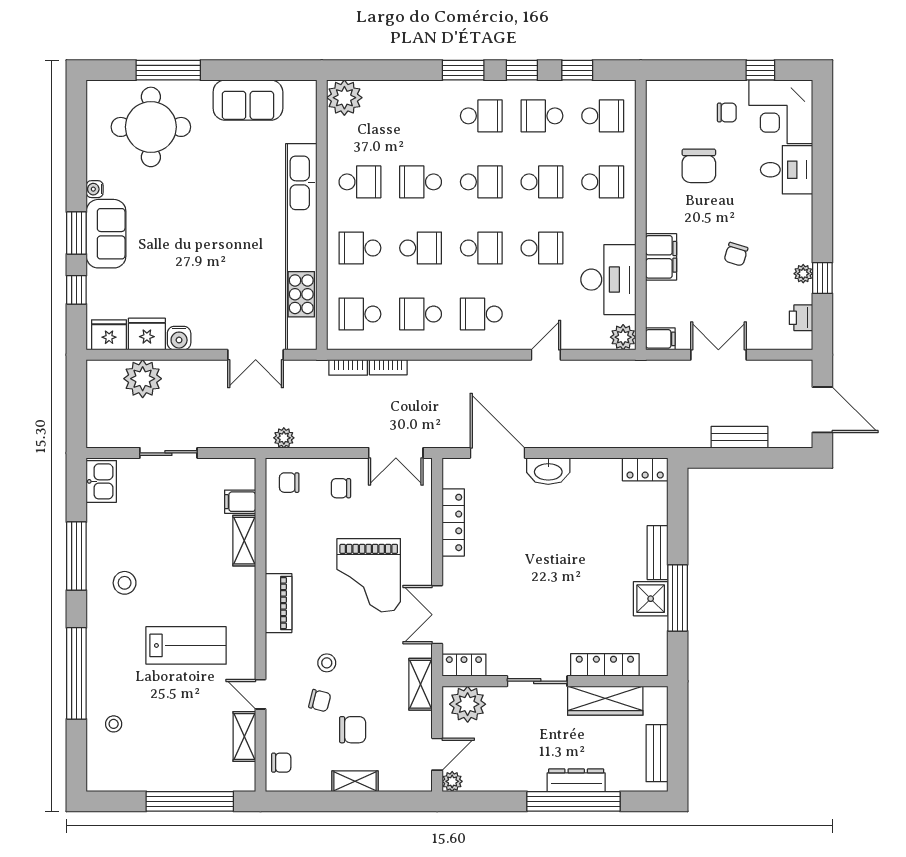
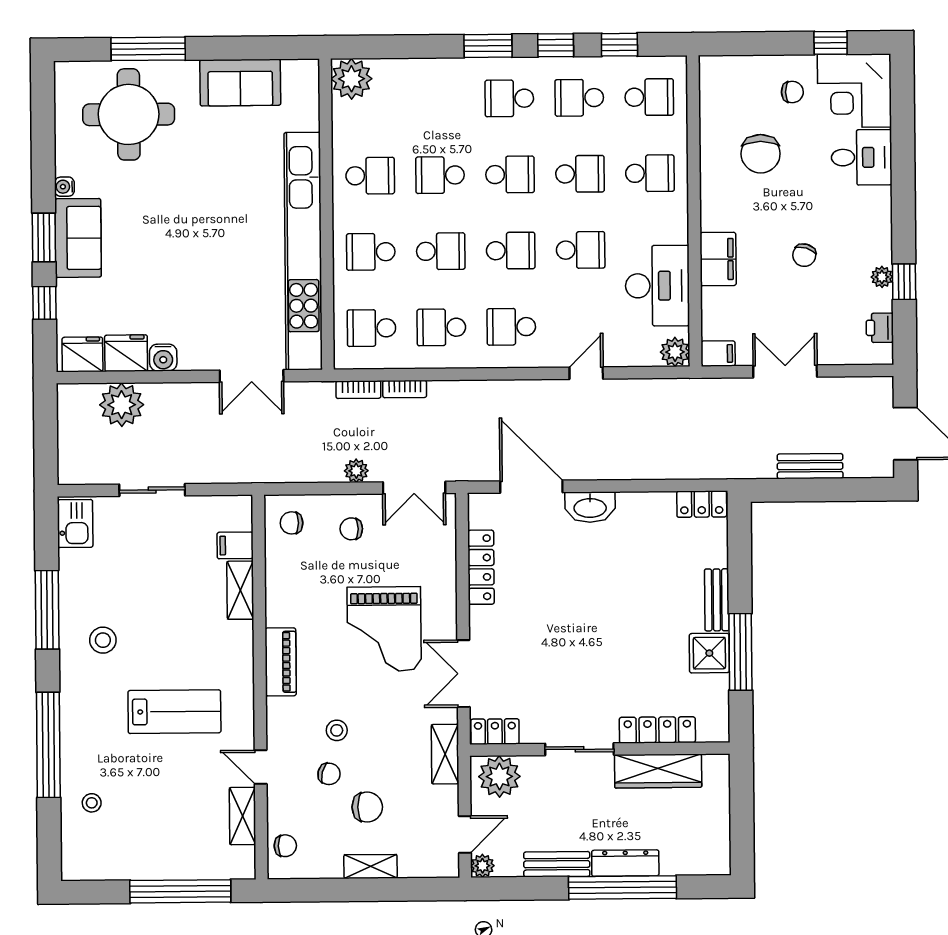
school desk: (481, 116) -> (509, 98), turned 180
plant: (284, 438) -> (356, 471), moved
bench: (657, 753) -> (557, 864), moved, turned 90

